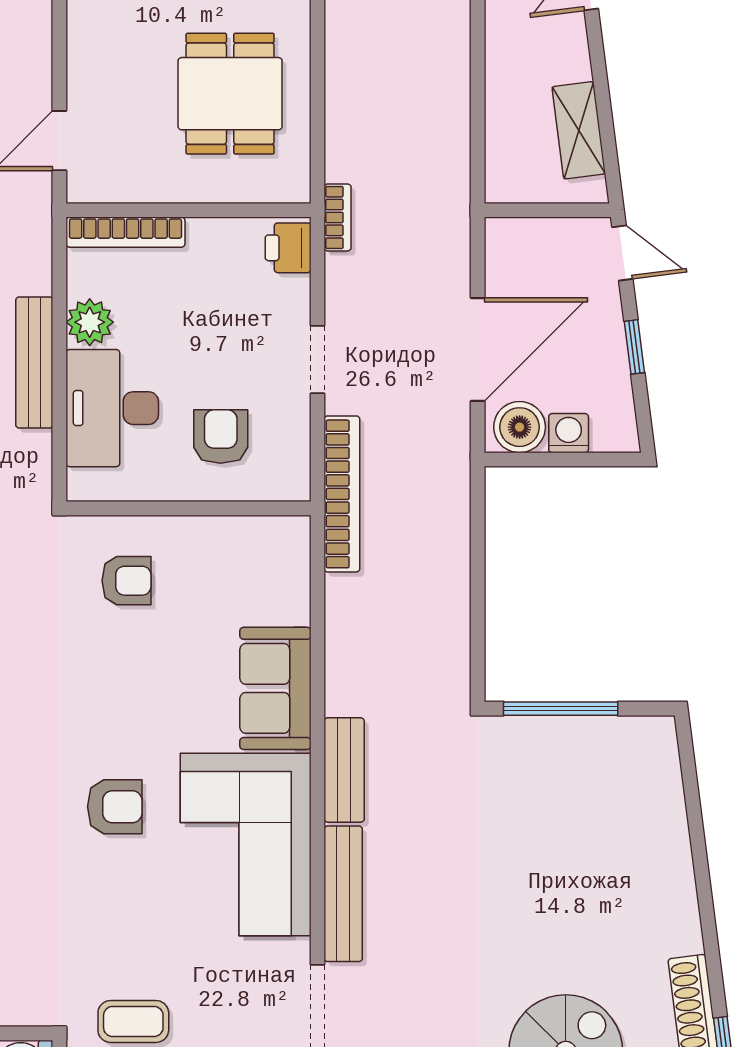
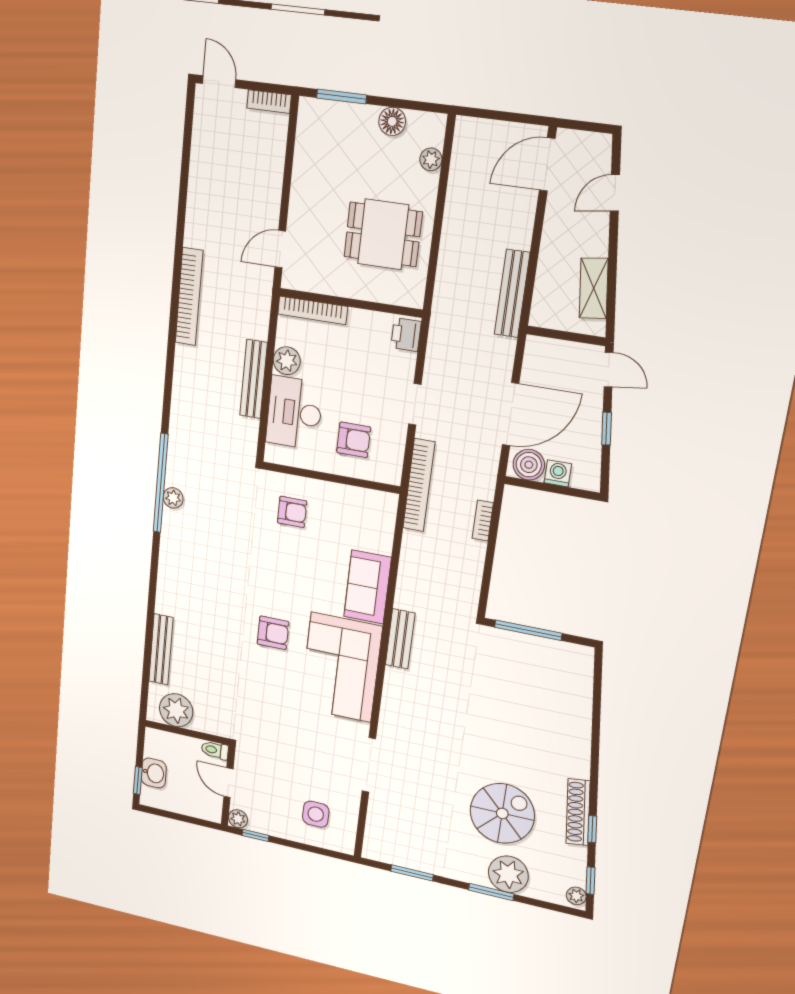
dining table: (230, 94) -> (383, 234), turned 90
bookcase: (338, 217) -> (483, 521), moved, turned 180
armchair: (221, 437) -> (354, 440), turned 90
bench: (343, 894) -> (512, 294), moved
coffee table: (133, 1021) -> (271, 745), removed

